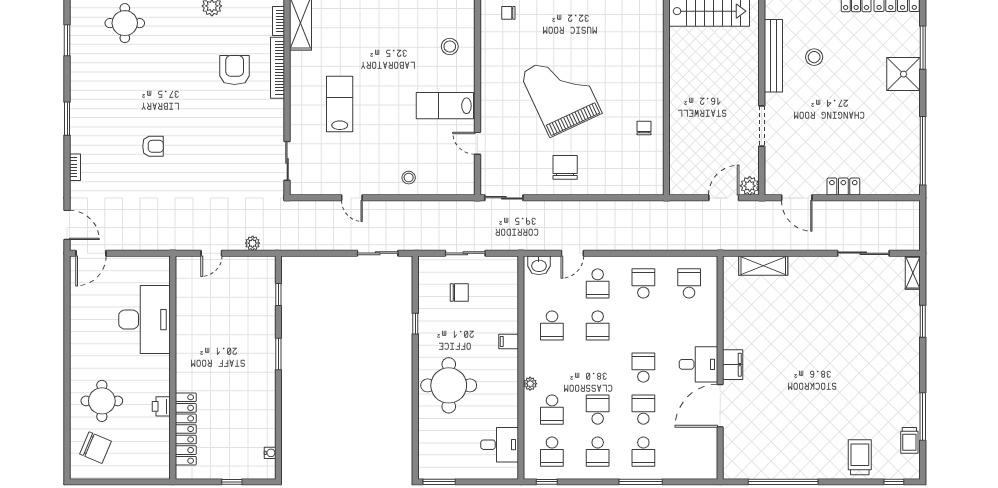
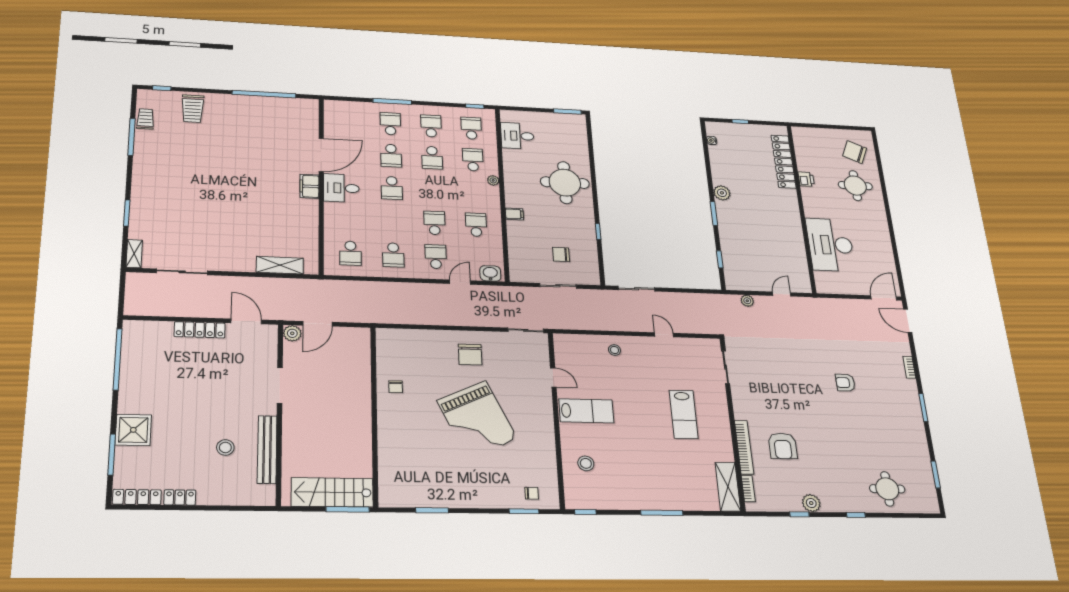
locker: (843, 187) -> (200, 330), width x1.53
plant: (266, 382) -> (722, 193), added

